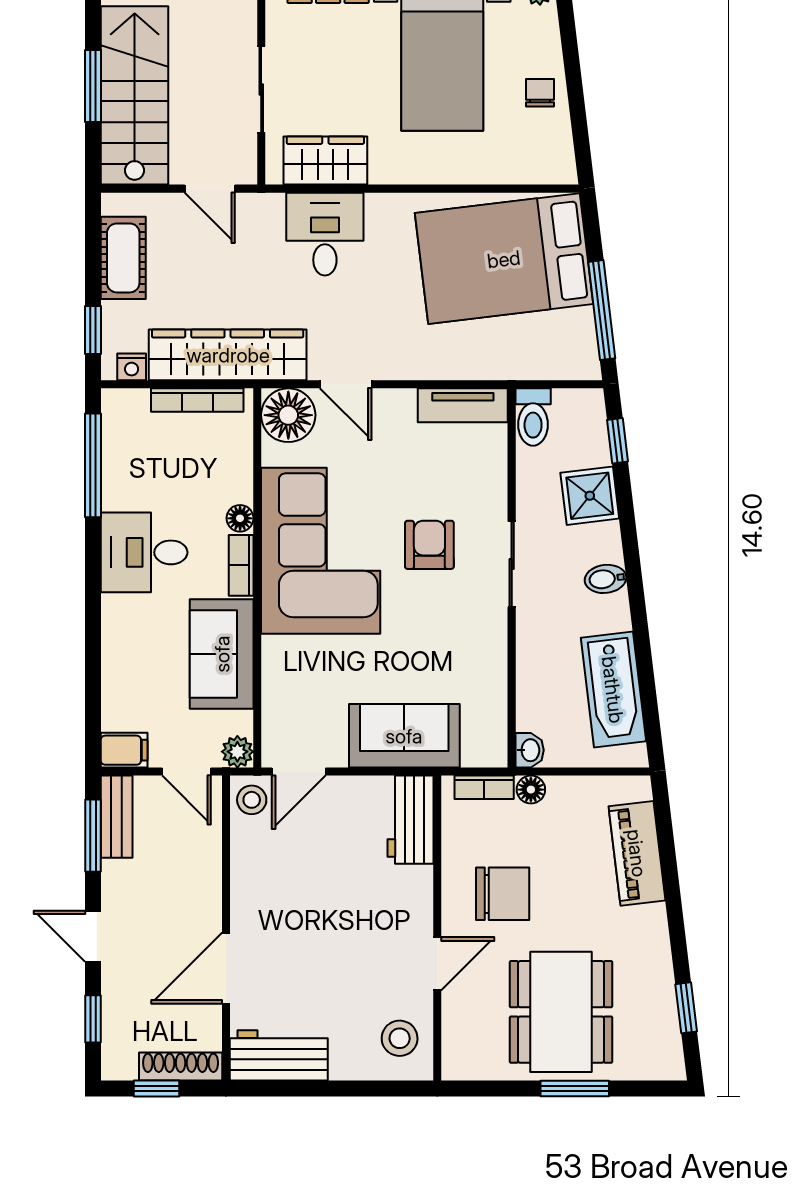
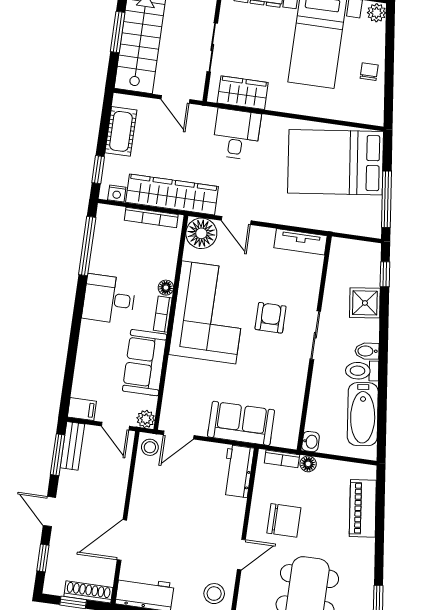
toilet: (533, 417) -> (362, 371), moved, turned 83

